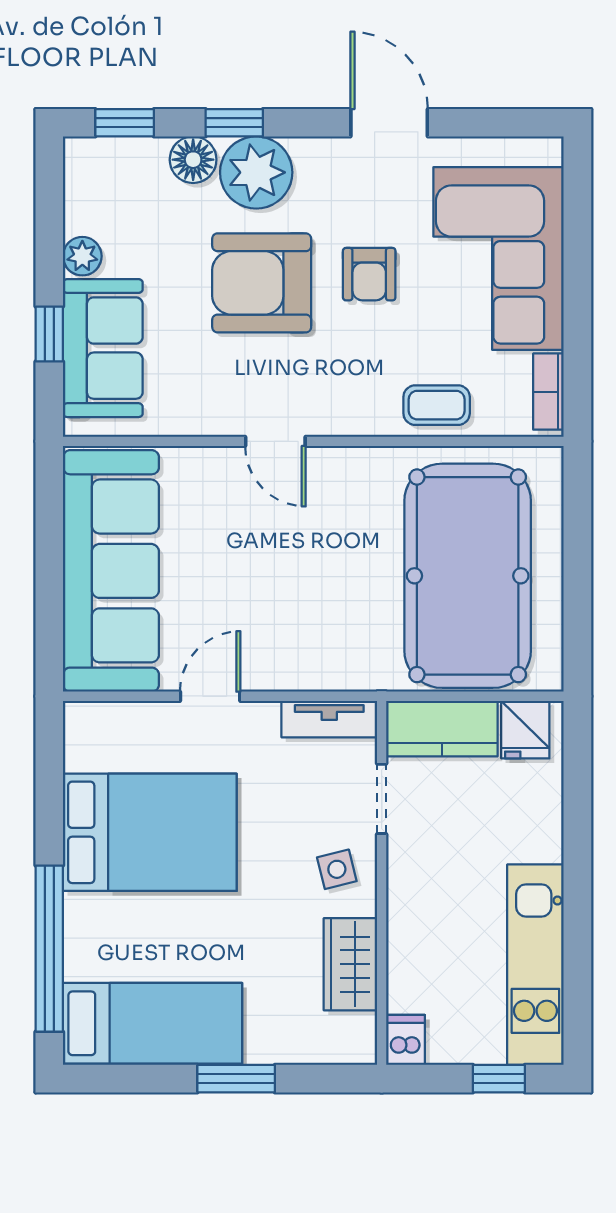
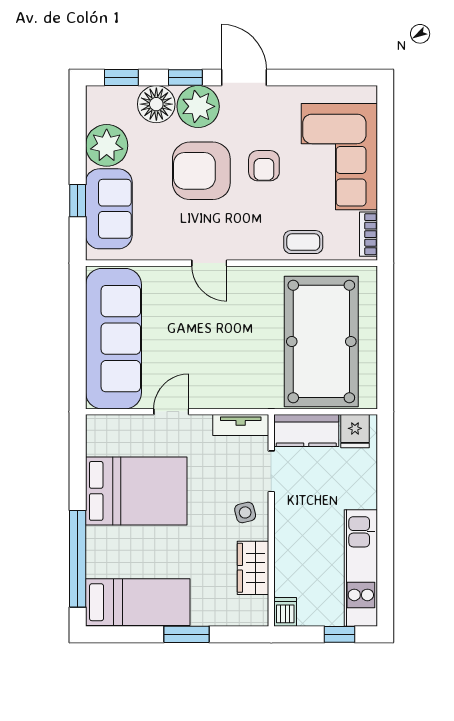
door: (389, 123) -> (244, 77), moved
floor lamp: (193, 160) -> (156, 104), width x1.38, depth x1.38
plant: (82, 256) -> (107, 145), width x1.87, depth x1.87

